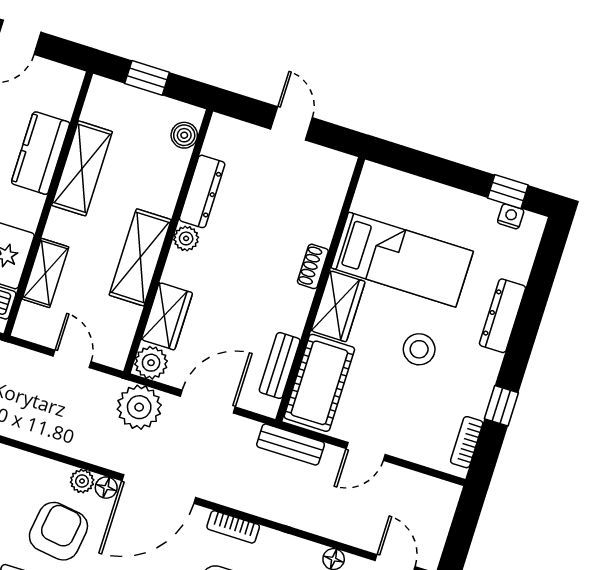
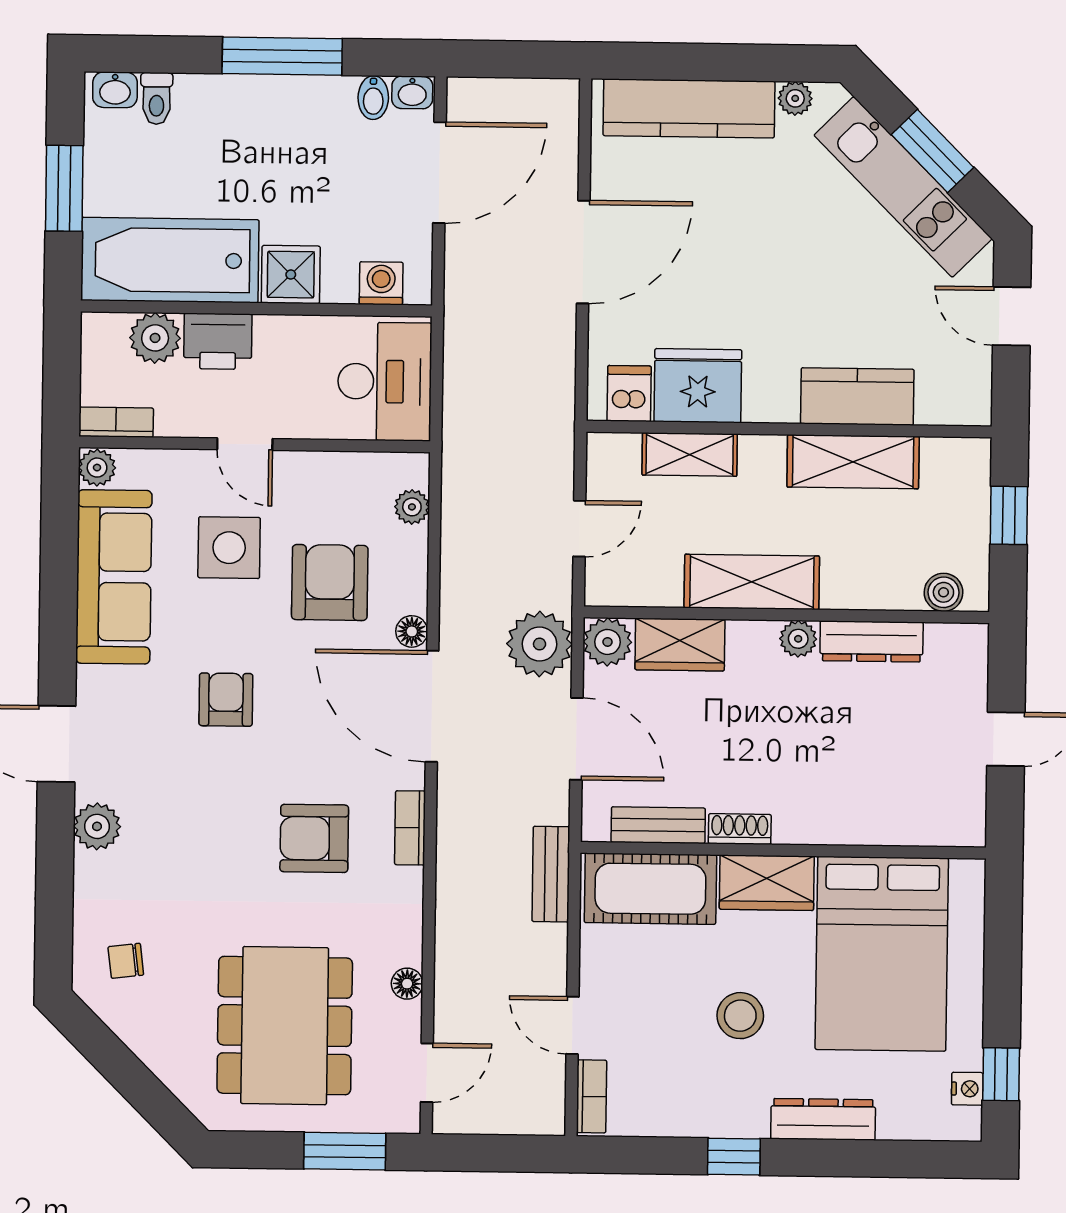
bed: (402, 260) -> (882, 954), width x1.50
shoe rack: (313, 266) -> (740, 829), moved
window: (501, 406) -> (734, 1157), moved
bookcase: (467, 442) -> (592, 1096), moved, turned 90
door: (366, 451) -> (572, 1025), moved
plant: (82, 481) -> (412, 507), moved
armchair: (58, 531) -> (330, 582), turned -98

